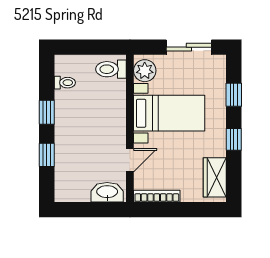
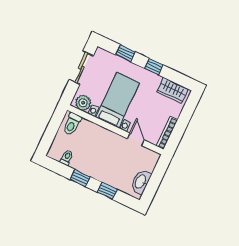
washbasin: (107, 192) -> (141, 182), moved

